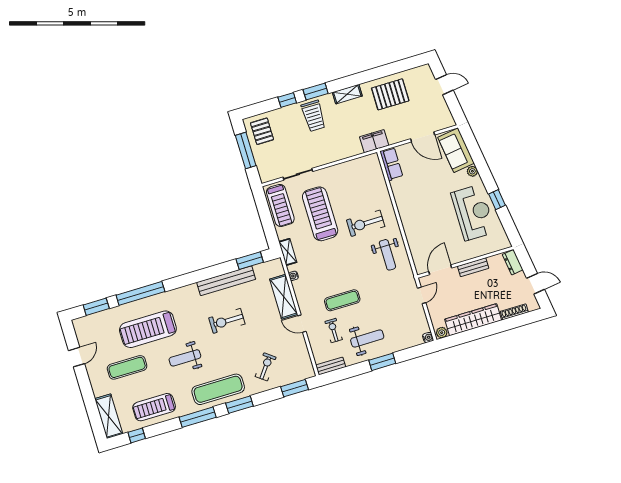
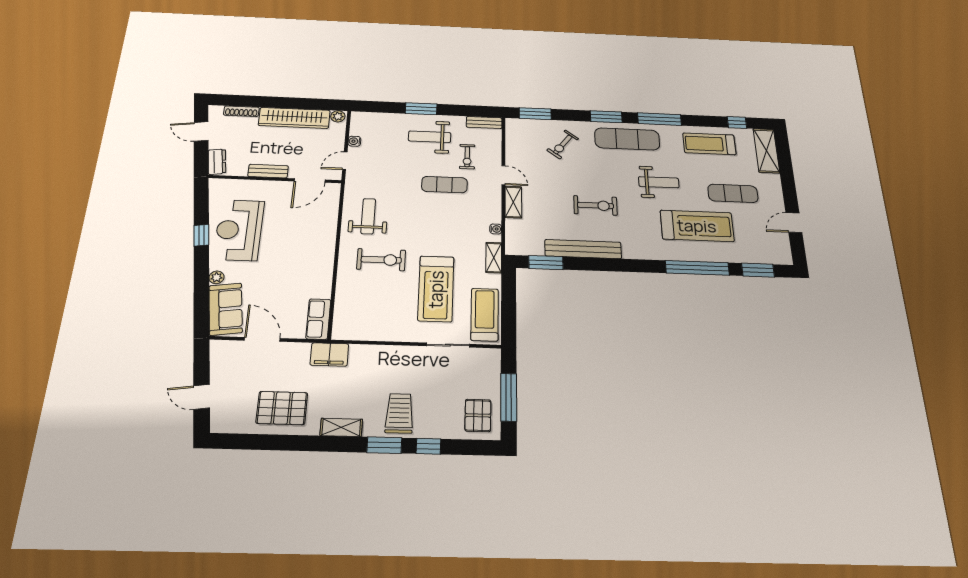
shelving: (284, 297) -> (513, 202), width x0.67, depth x0.75
water cooler: (428, 337) -> (354, 141), moved
treadmill: (154, 407) -> (709, 144), turned 180

